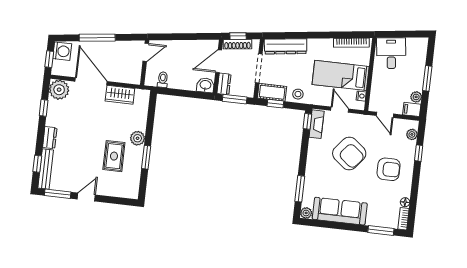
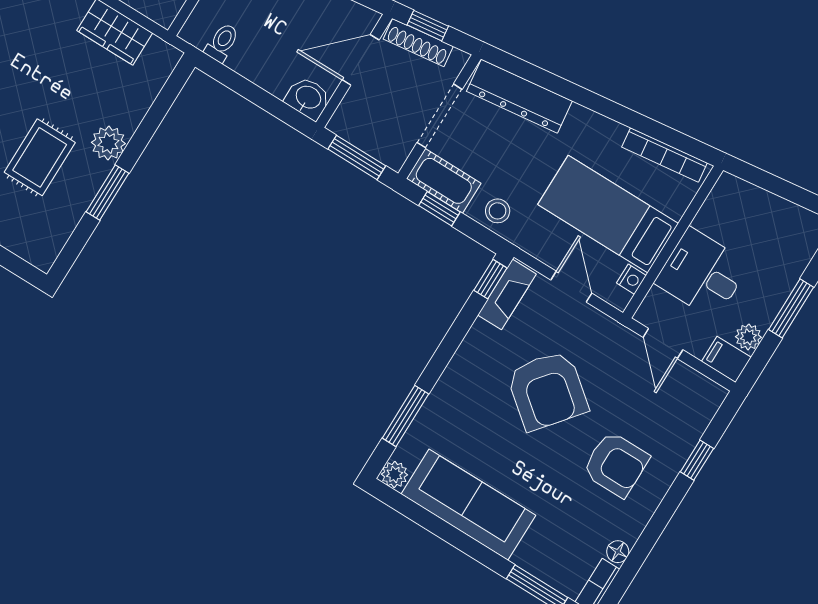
desk: (391, 53) -> (702, 274), moved, turned -83
dresser: (224, 84) -> (349, 114), removed
plant: (412, 134) -> (701, 413), removed

